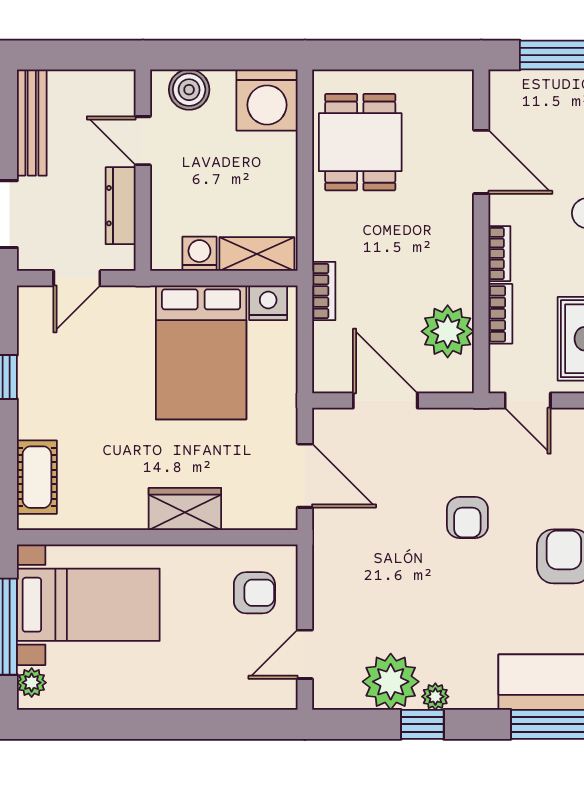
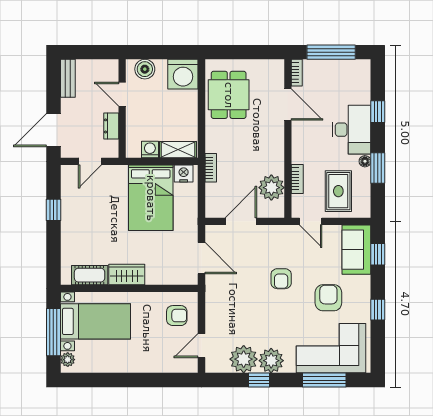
bench: (32, 123) -> (68, 78), width x0.73
dresser: (121, 206) -> (111, 126), width x0.70
bookcase: (499, 254) -> (297, 73), moved
door: (385, 400) -> (241, 221), hinge flipped
cot: (37, 477) -> (90, 275), moved, turned 90
wardrobe: (185, 509) -> (127, 275), moved
plant: (435, 697) -> (271, 361), width x1.87, depth x1.87

